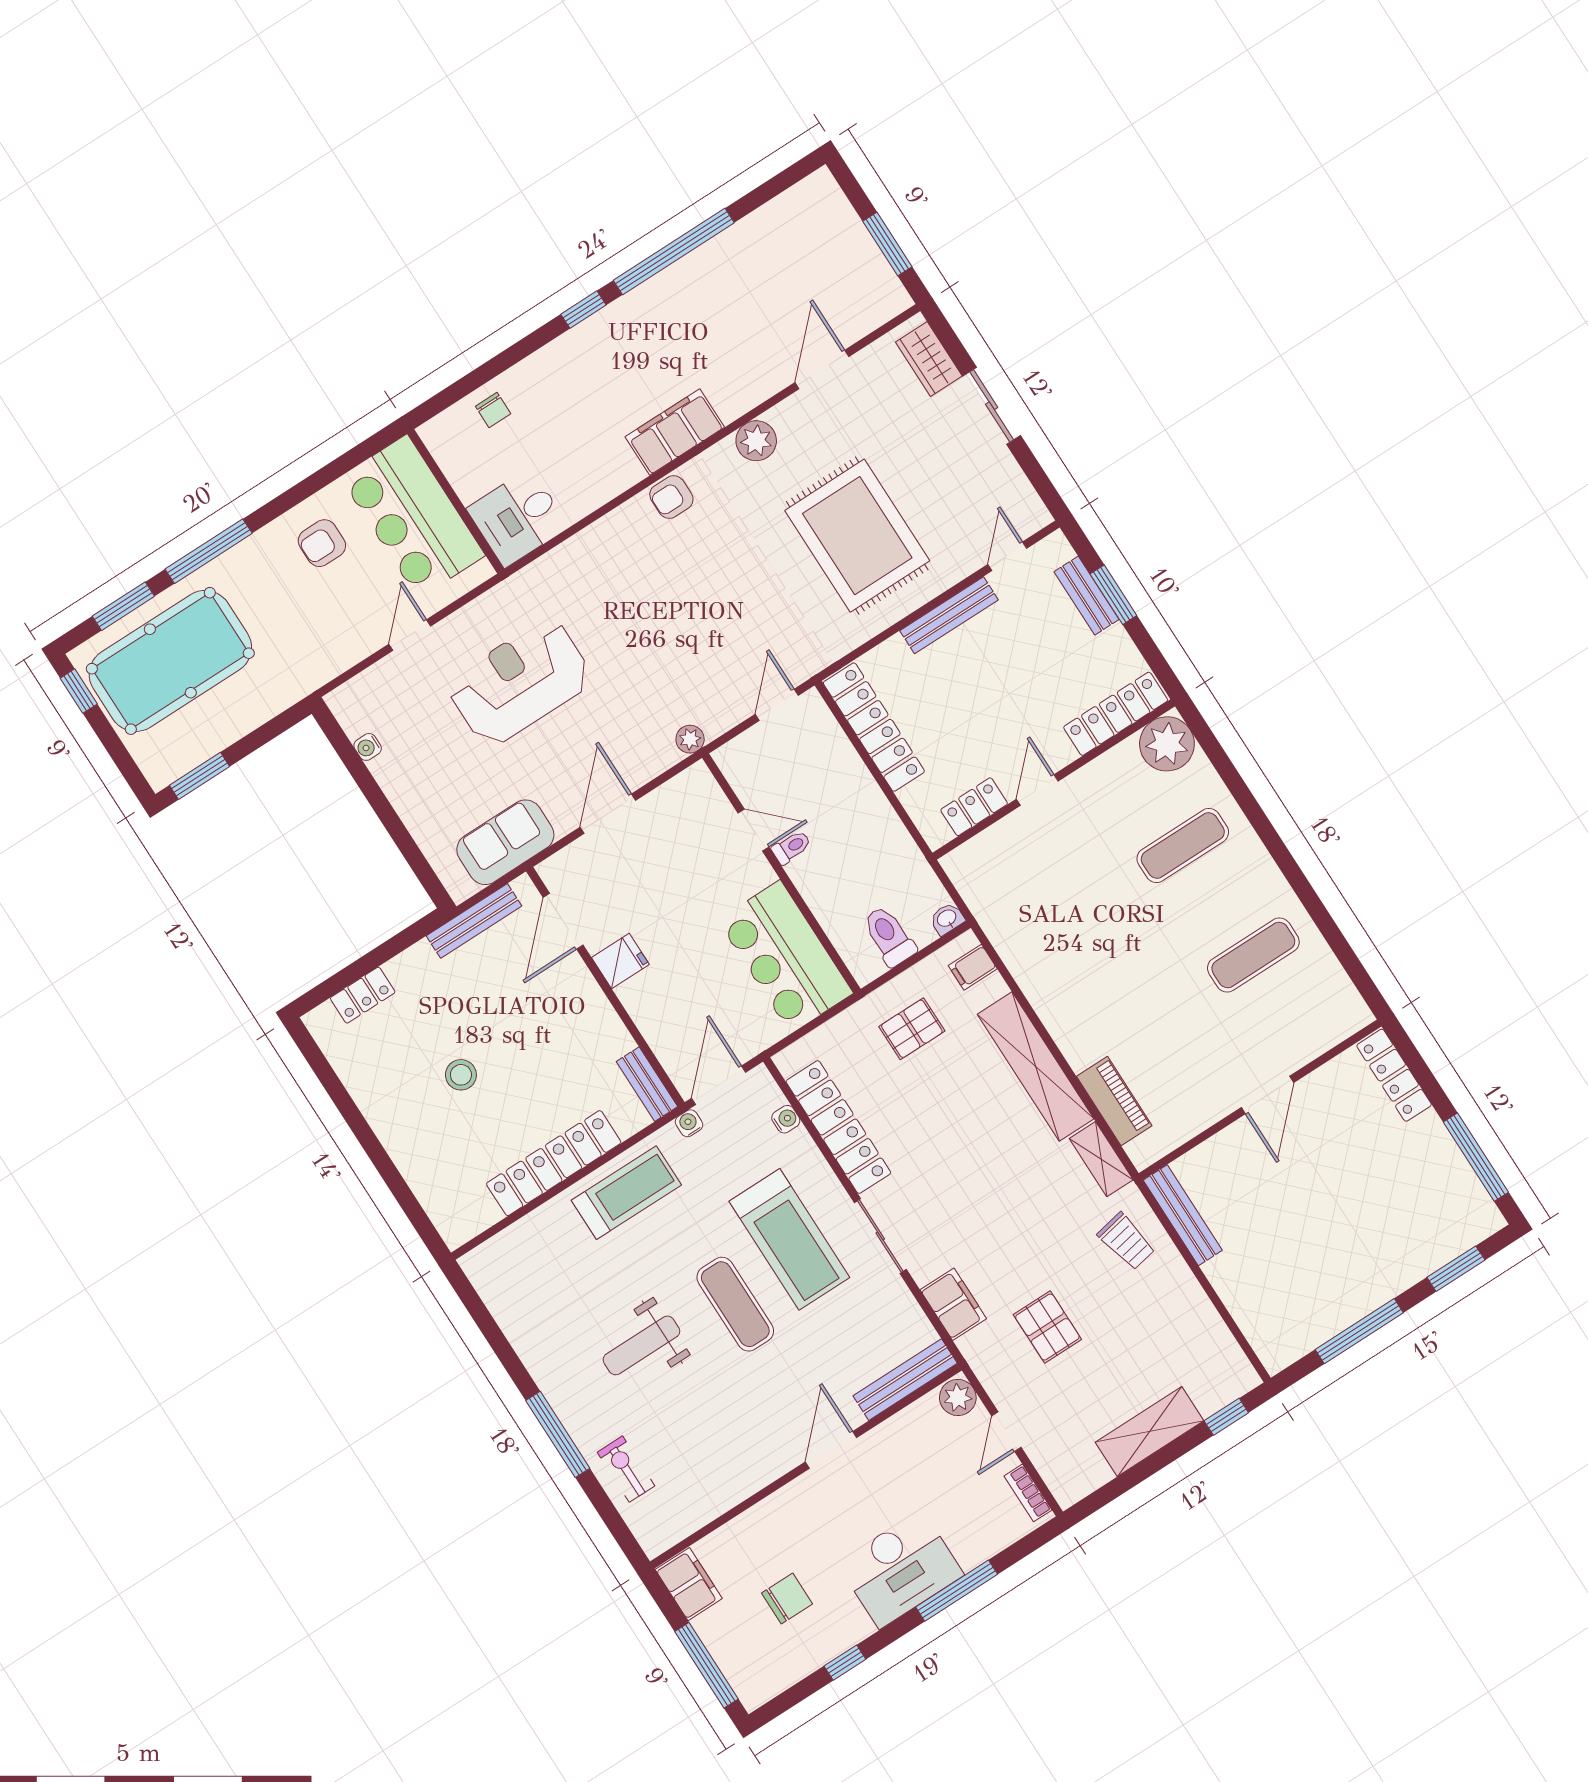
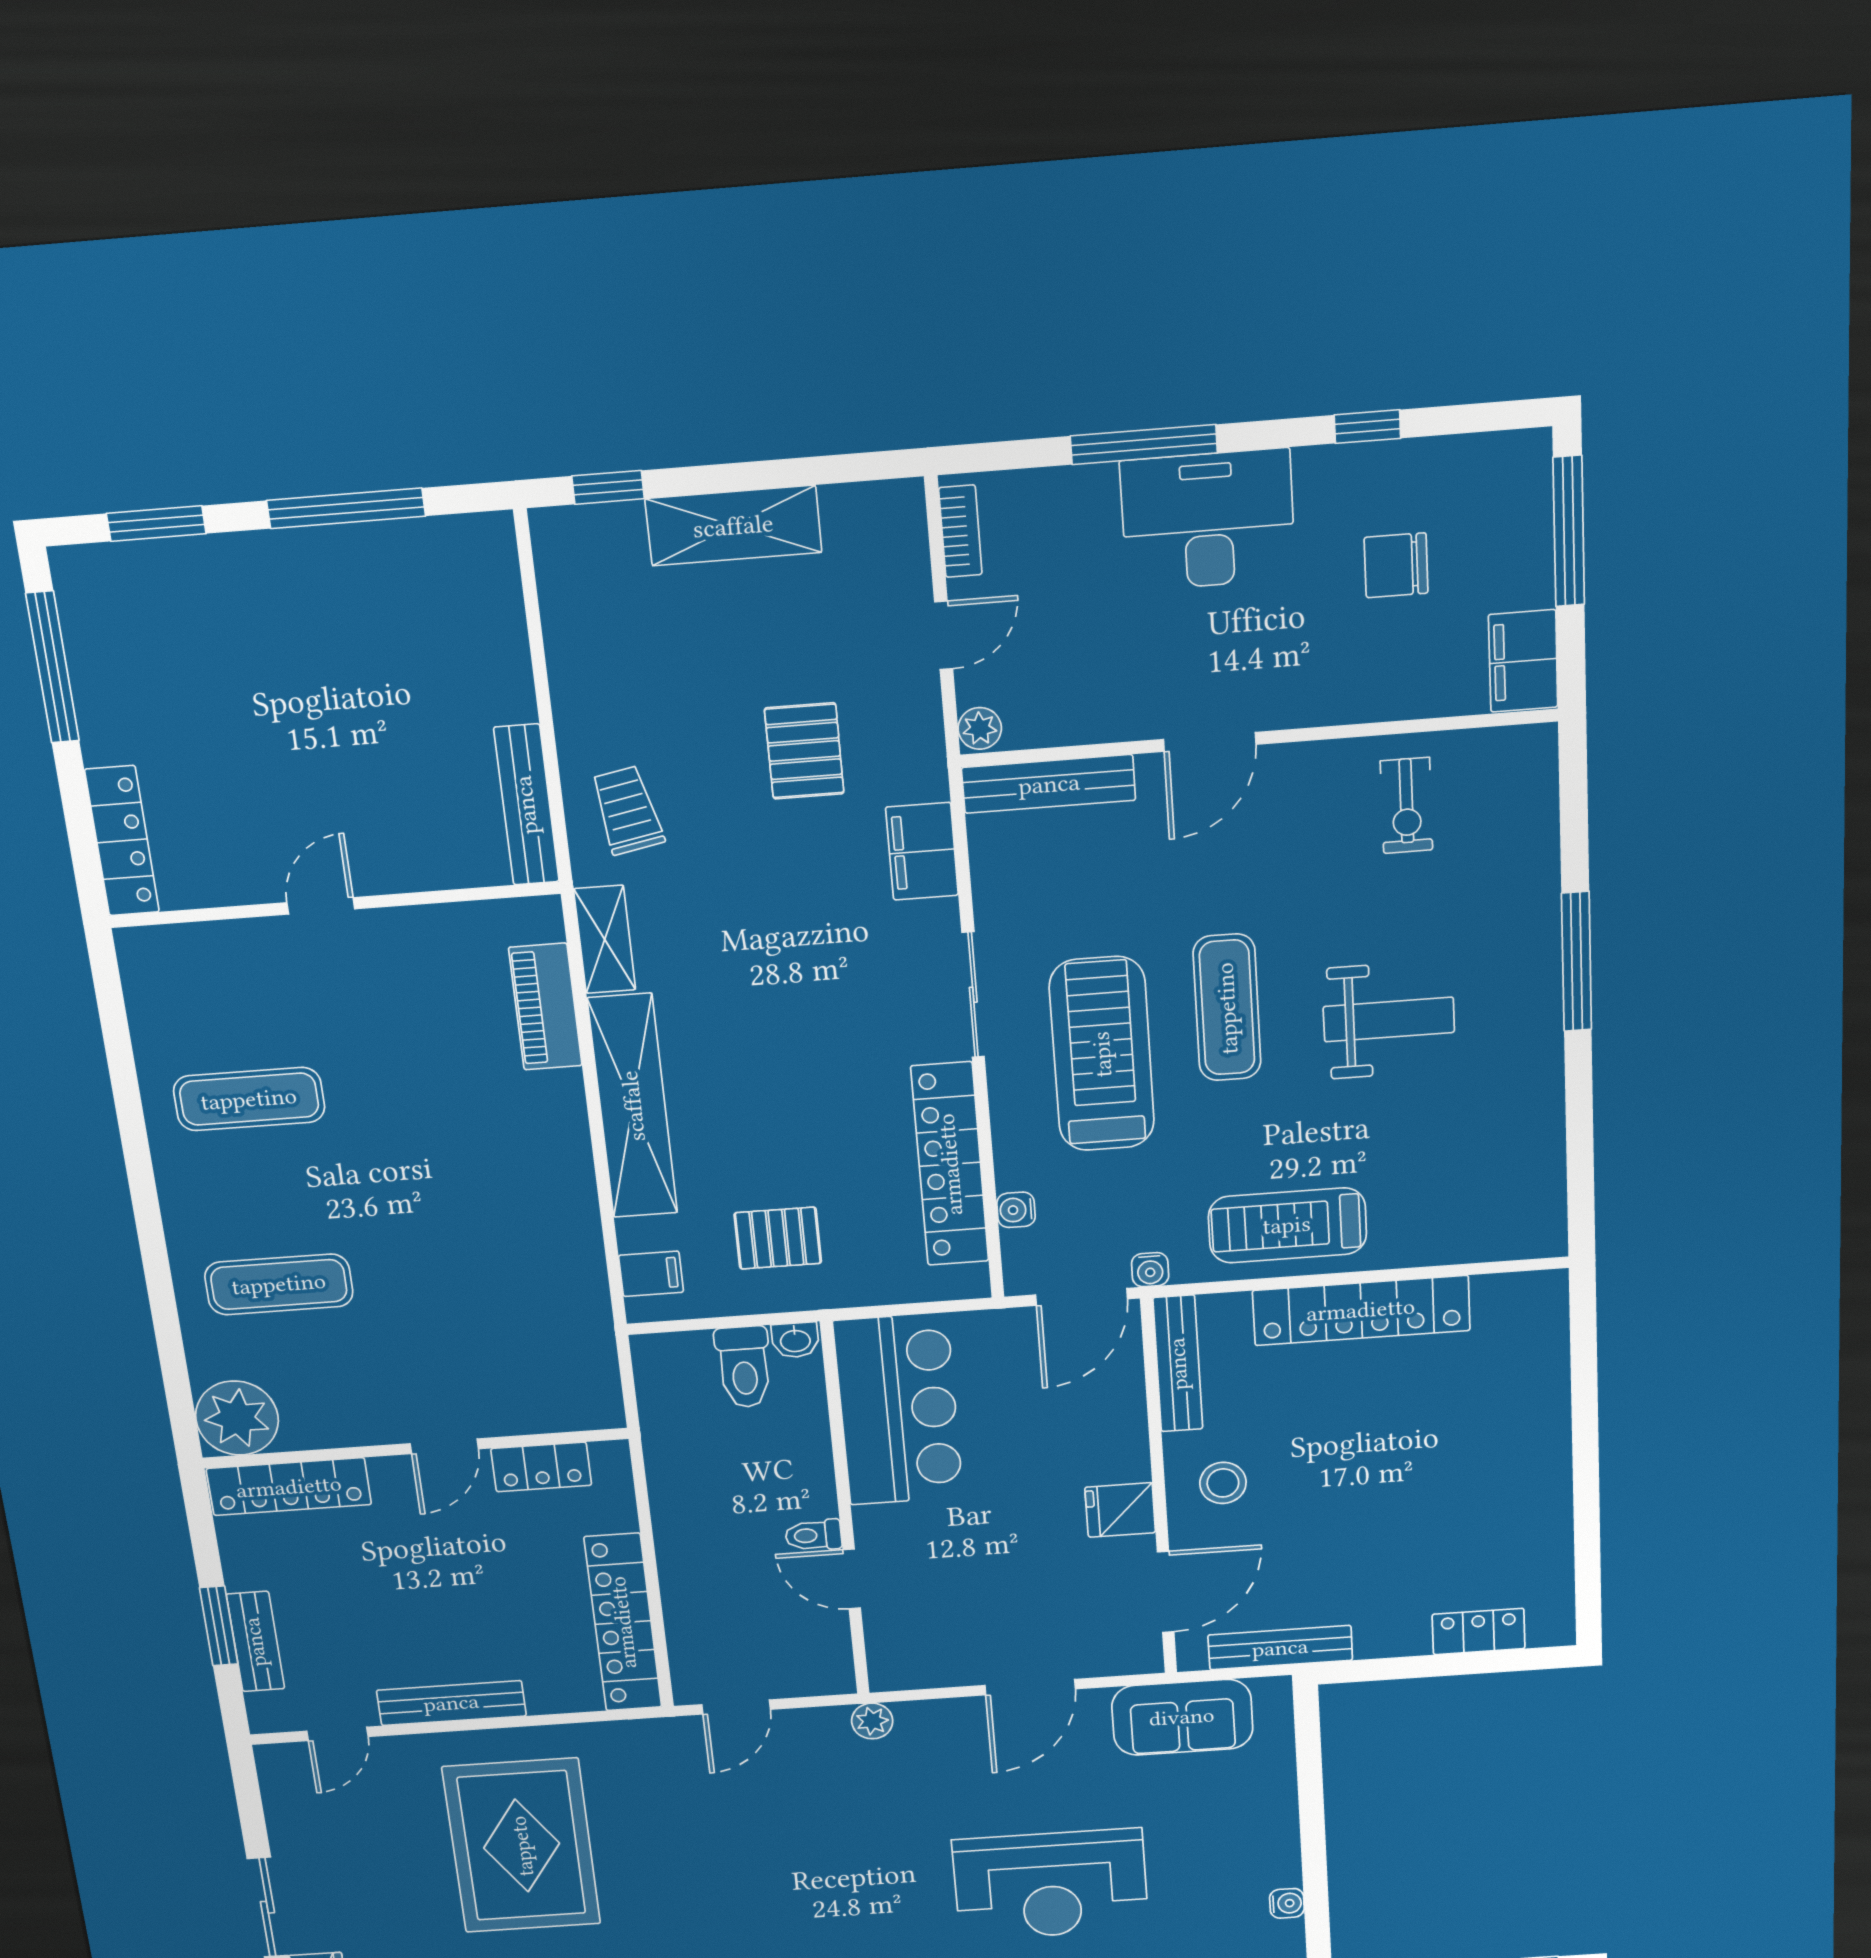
washbasin: (947, 919) -> (795, 1340), moved
stool: (461, 1075) -> (1223, 1483), moved
bench: (647, 1084) -> (1178, 1364), width x1.36
door: (1267, 1095) -> (321, 906), width x0.73
plant: (958, 1397) -> (980, 728), width x0.73, depth x0.73
exercise bike: (626, 1469) -> (1407, 806), moved

